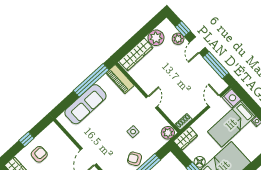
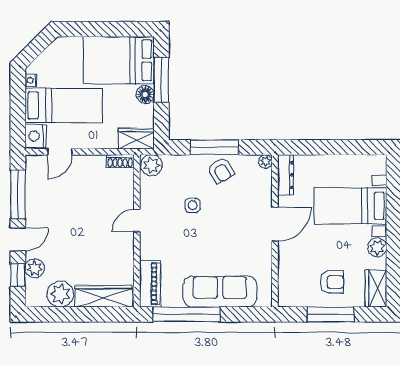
window: (26, 139) -> (331, 314), width x2.17
armchair: (39, 154) -> (332, 282), turned 180

